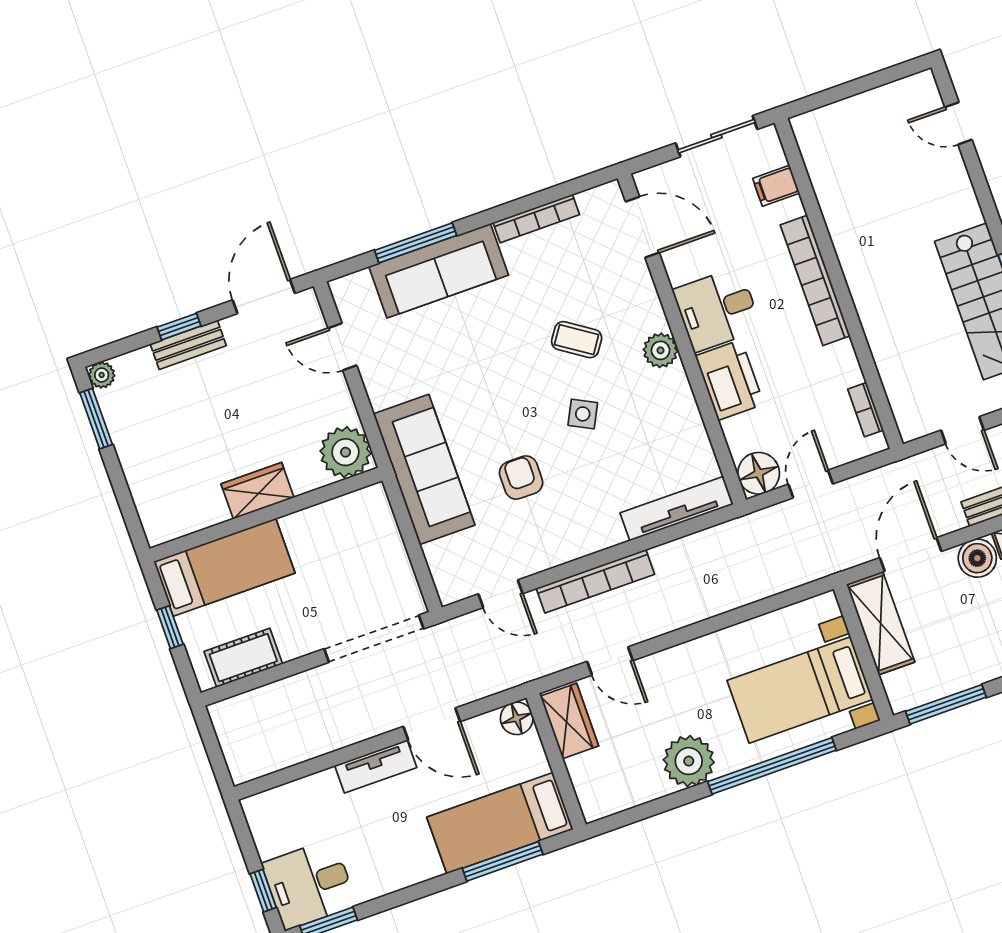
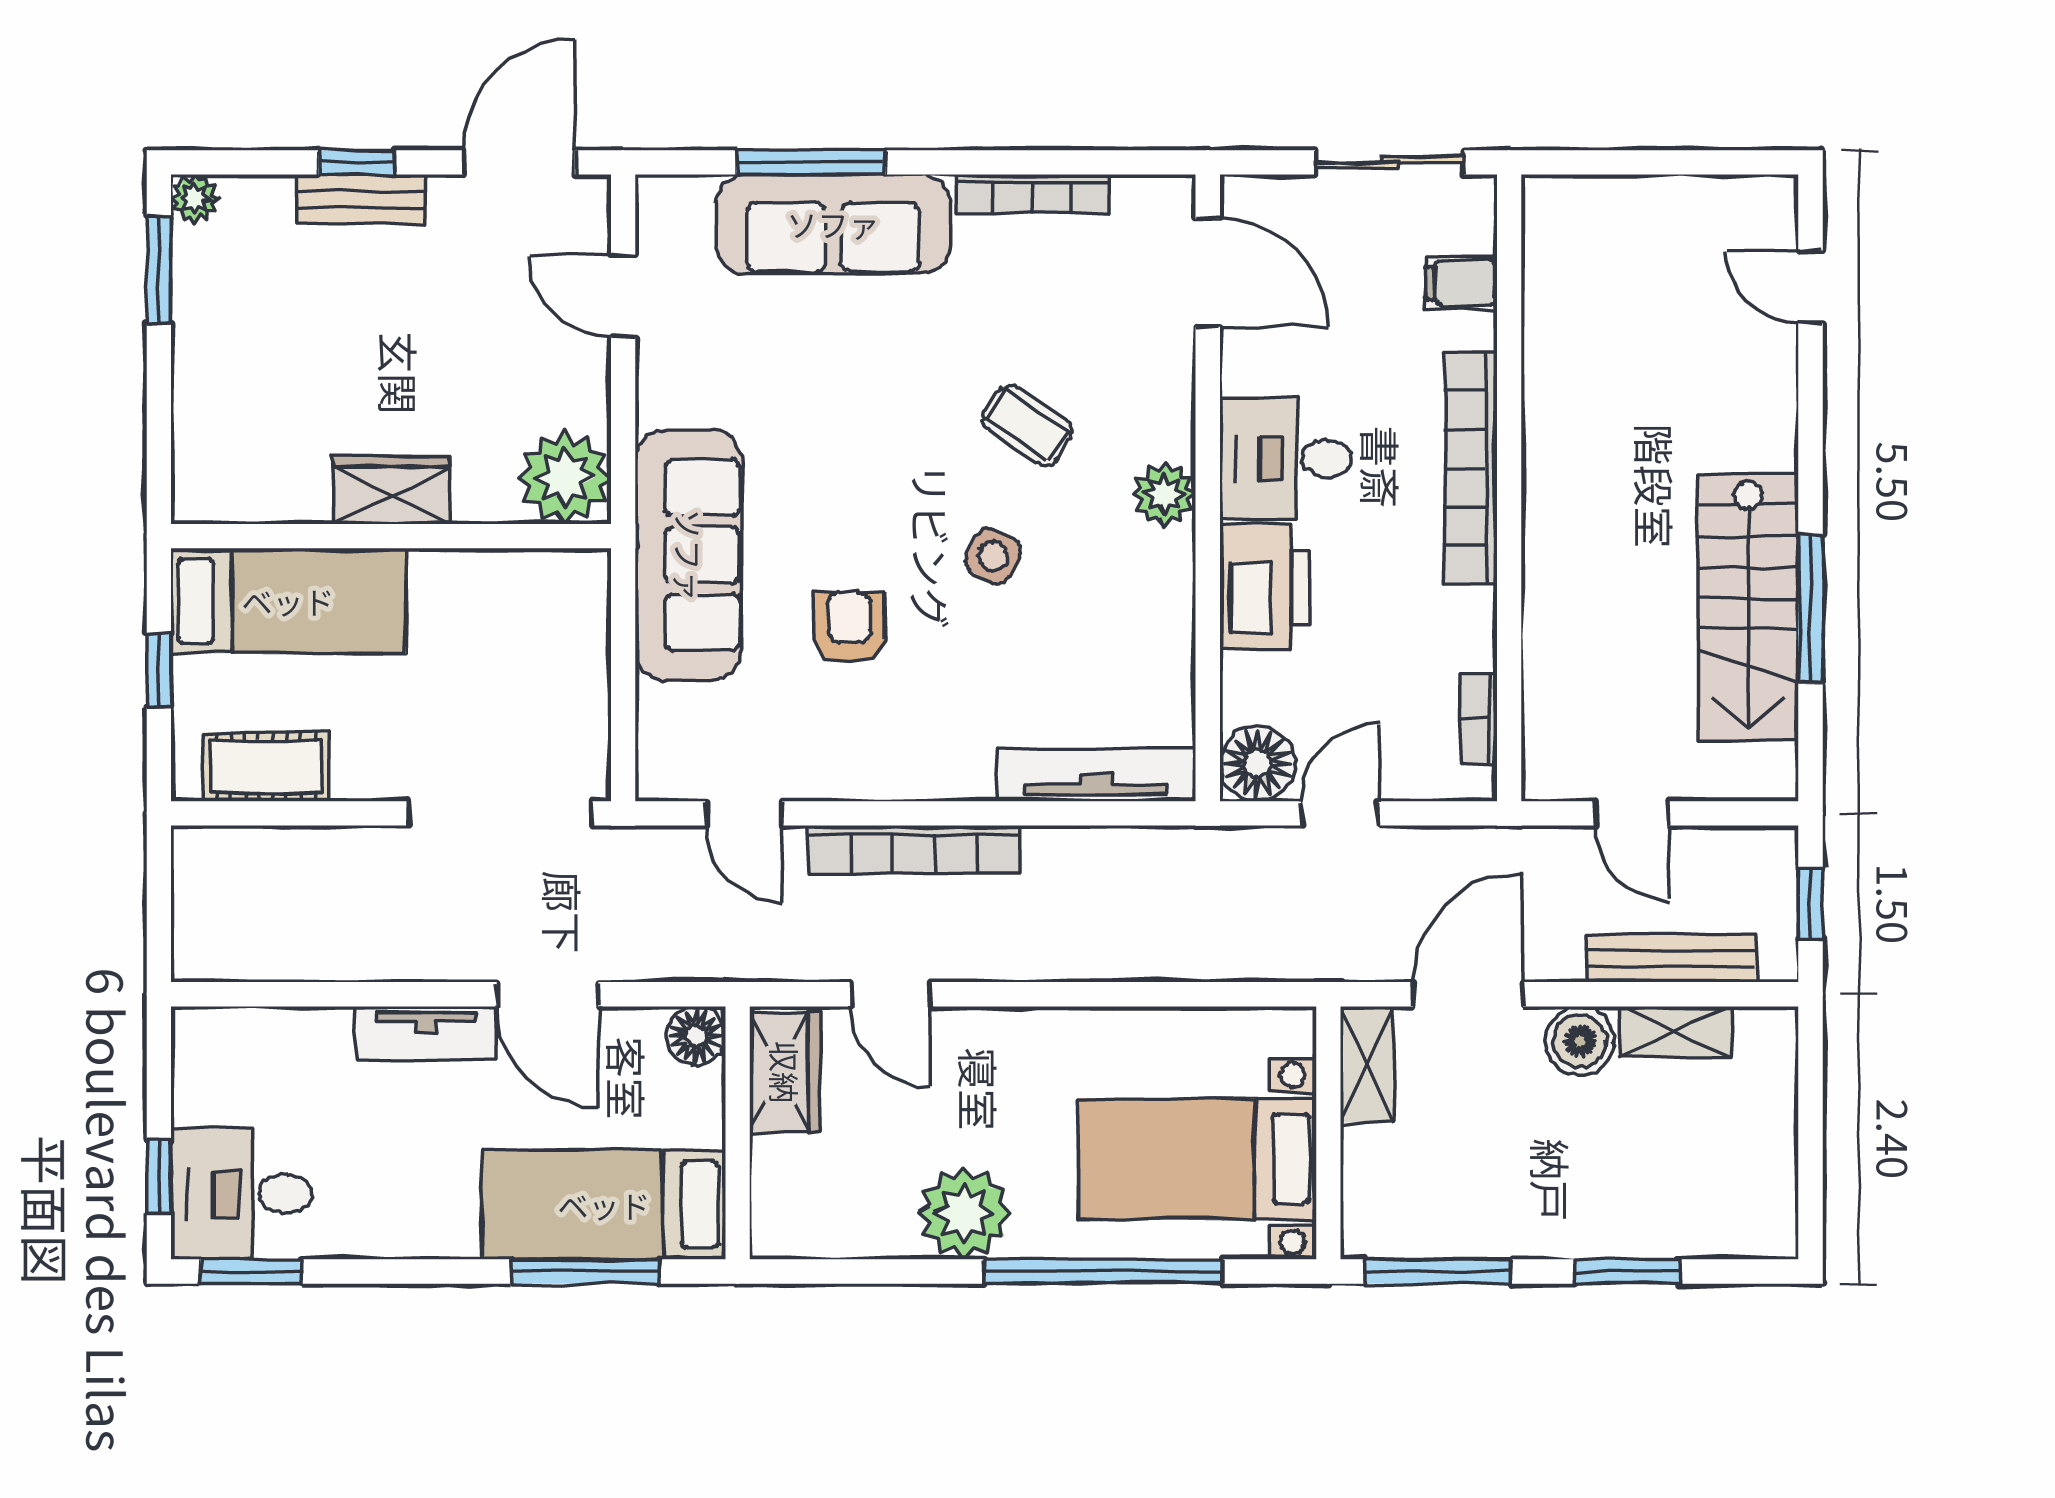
shelving: (881, 623) -> (1367, 1064), width x0.67, depth x0.75

